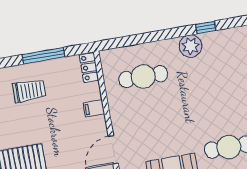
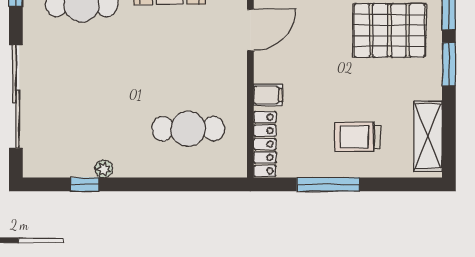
plant: (191, 46) -> (104, 169), width x0.53, depth x0.53
locker: (89, 68) -> (265, 144), width x1.53

